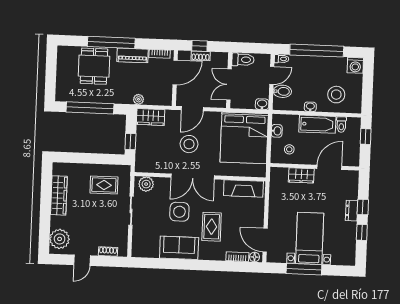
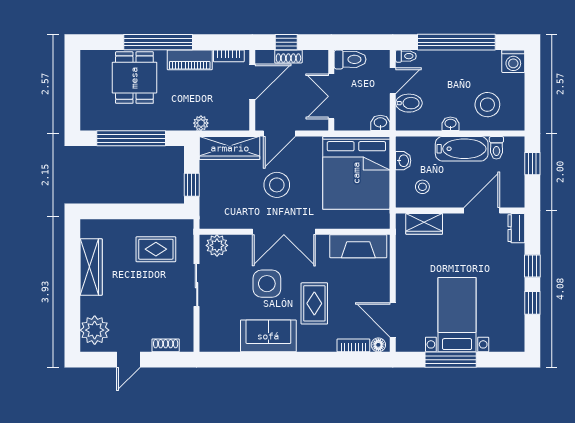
wardrobe: (151, 117) -> (230, 148), width x1.50
wardrobe: (301, 175) -> (424, 224), moved
dresser: (352, 211) -> (516, 228), moved

